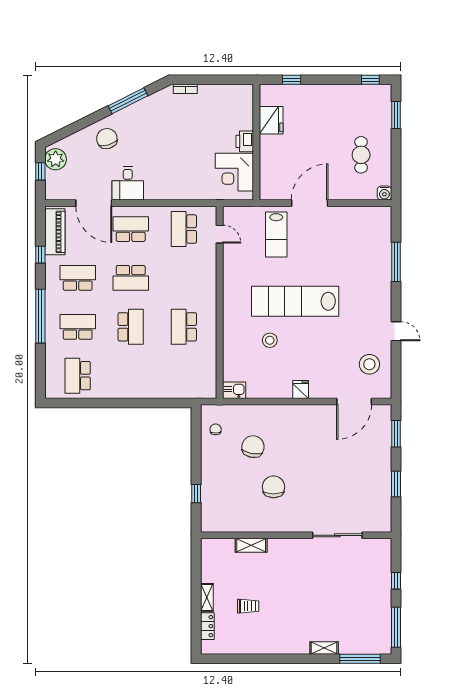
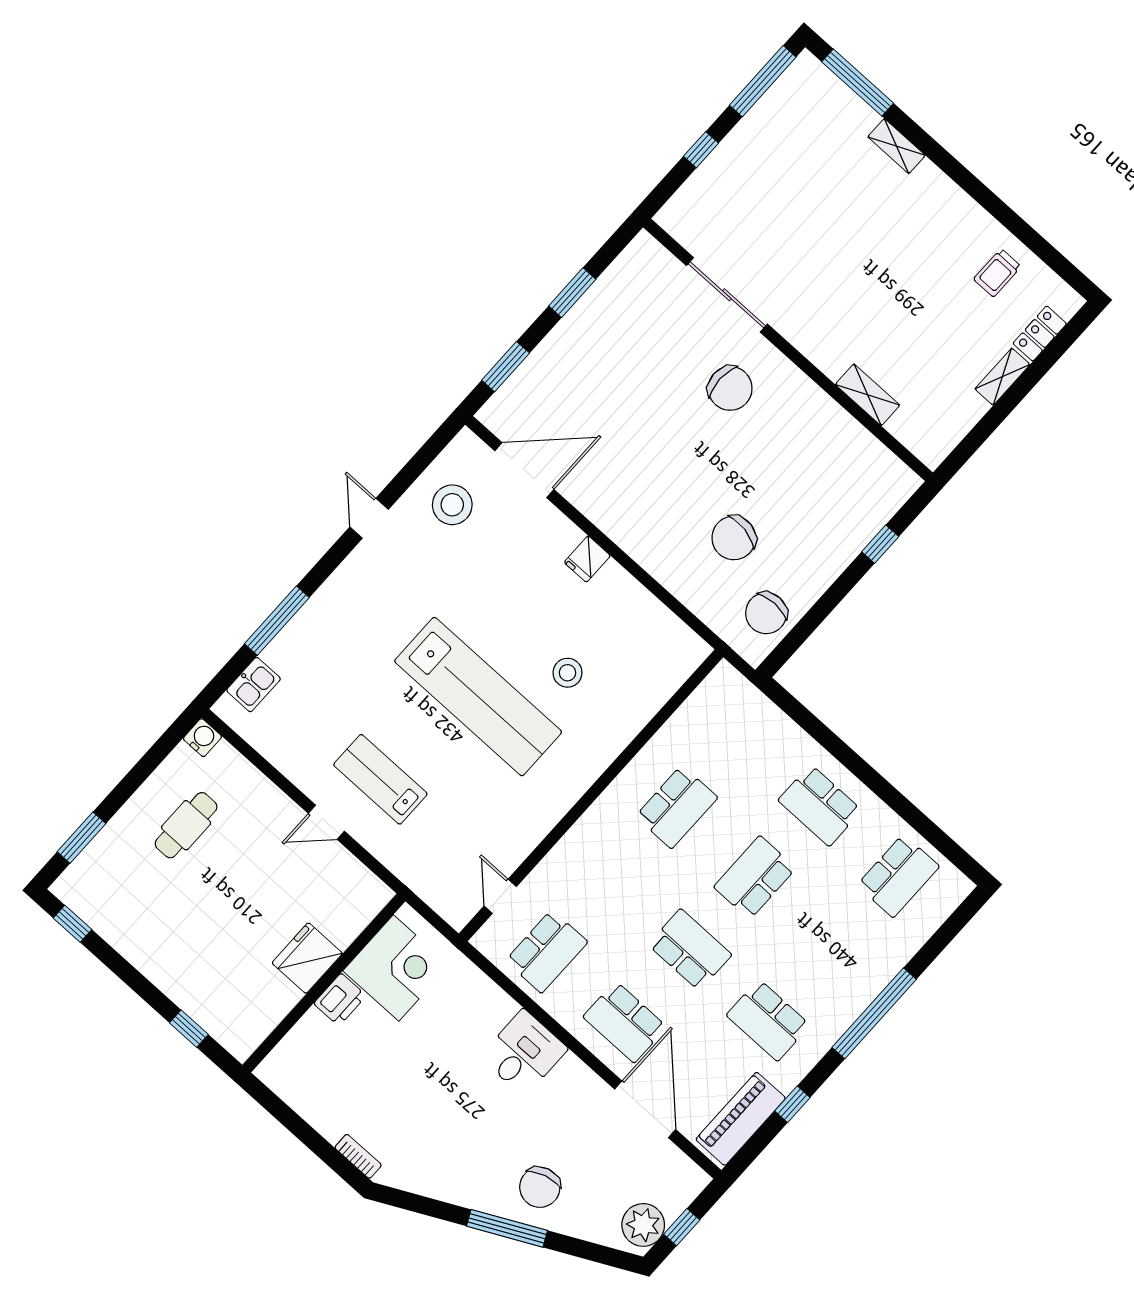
window: (128, 101) -> (507, 1228), moved
fridge: (271, 120) -> (307, 958), moved
desk: (128, 183) -> (524, 1053), moved
door: (310, 203) -> (326, 822), width x0.53
lab bench: (276, 234) -> (380, 779), moved, turned -90
school desk: (78, 327) -> (820, 805), moved
kitchen sink: (234, 390) -> (254, 685), moved, turned -90
chair: (216, 429) -> (766, 613), width x1.87, depth x1.87
chair: (274, 487) -> (730, 388), moved, turned -90
trolley: (248, 606) -> (997, 273), moved, turned -90

